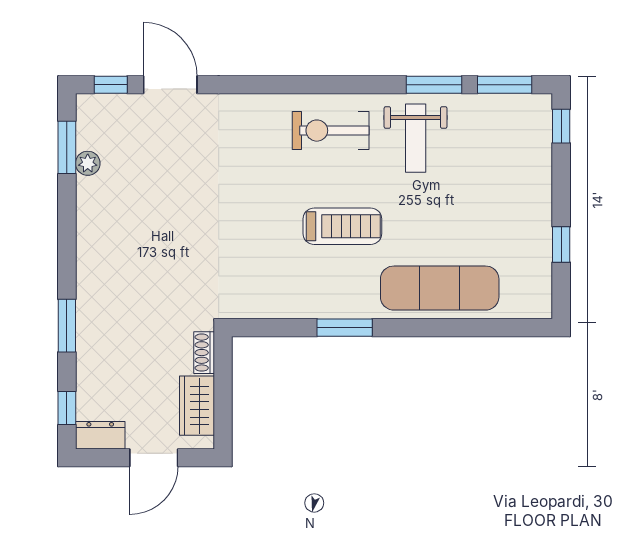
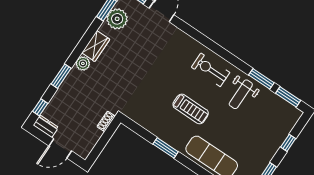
window: (561, 126) -> (288, 143), moved
plant: (88, 163) -> (117, 19), width x1.88, depth x1.88
plant: (91, 276) -> (83, 63), added
wardrobe: (197, 406) -> (96, 46), moved, turned 180

